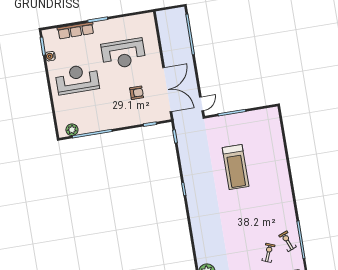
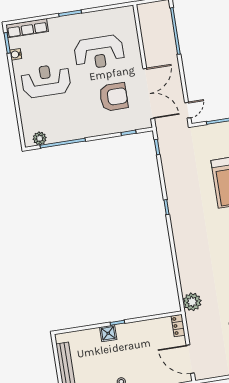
row of seats: (76, 31) -> (27, 28), moved
armchair: (137, 93) -> (114, 97), width x1.88, depth x1.88

